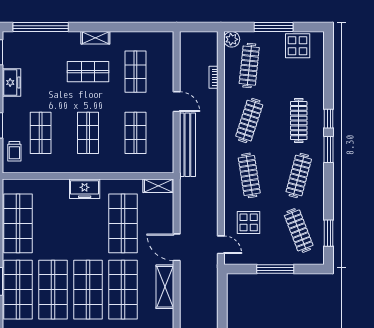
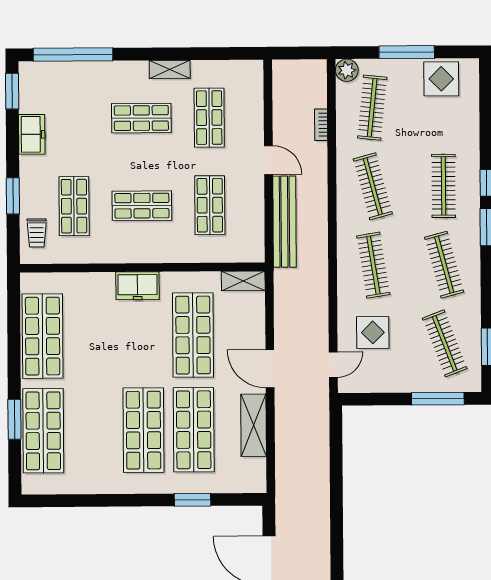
shelving: (95, 38) -> (170, 69), moved
clothes rail: (249, 121) -> (373, 186), turned -33
shop shelf: (88, 133) -> (142, 206), turned 90
clothes rail: (299, 175) -> (444, 265), turned -30
door: (221, 245) -> (333, 365), hinge flipped
window: (275, 269) -> (438, 399), moved
shop shelf: (53, 290) -> (93, 430), removed

